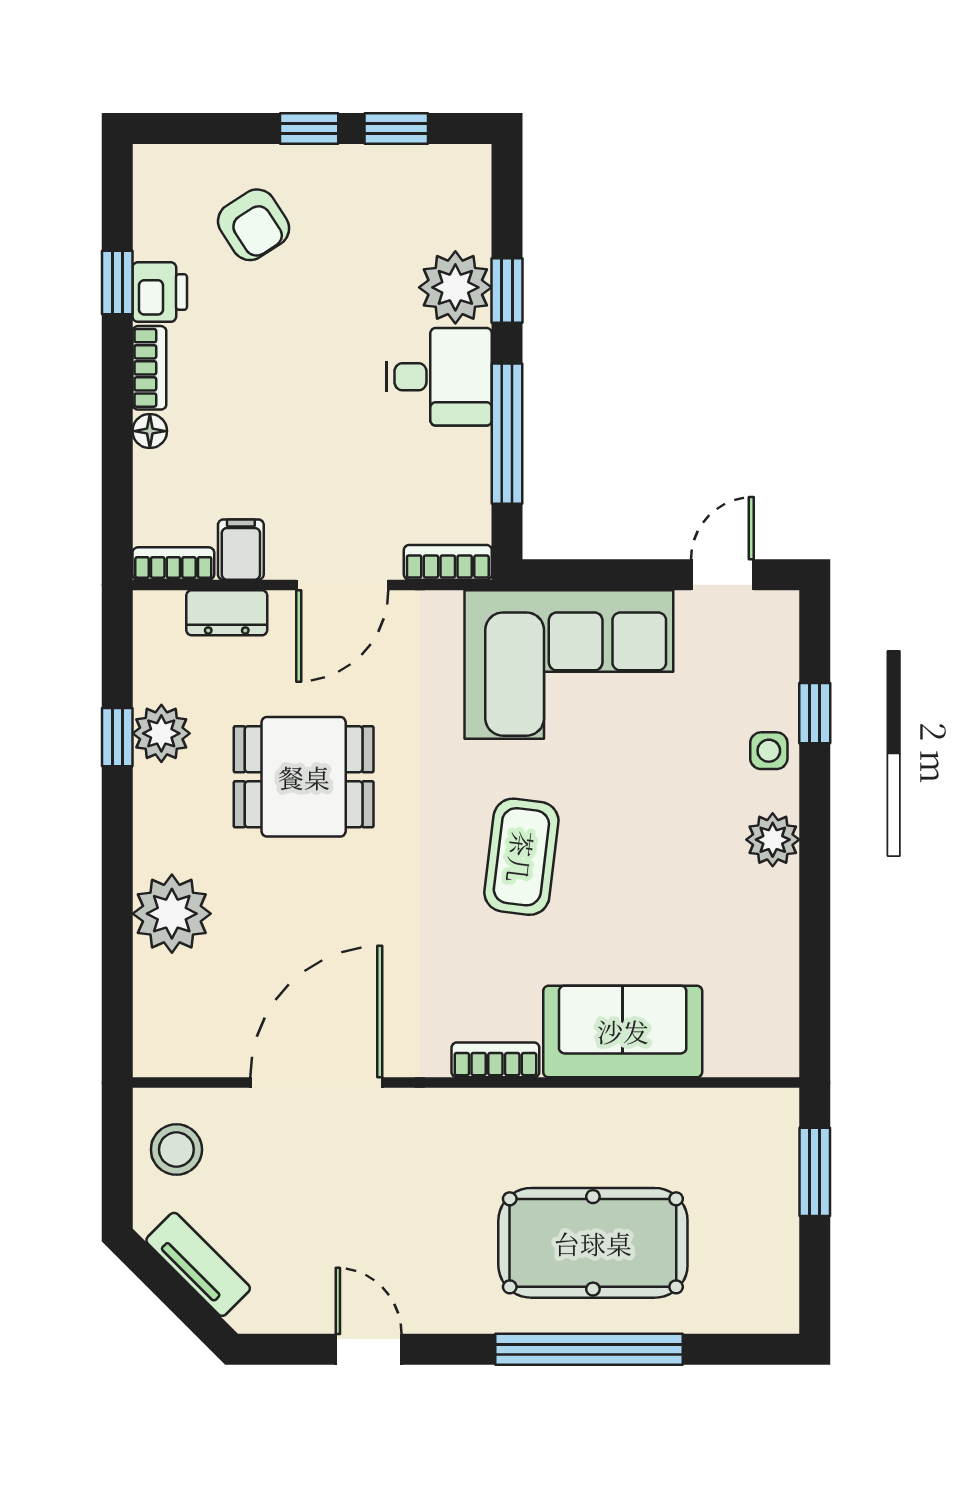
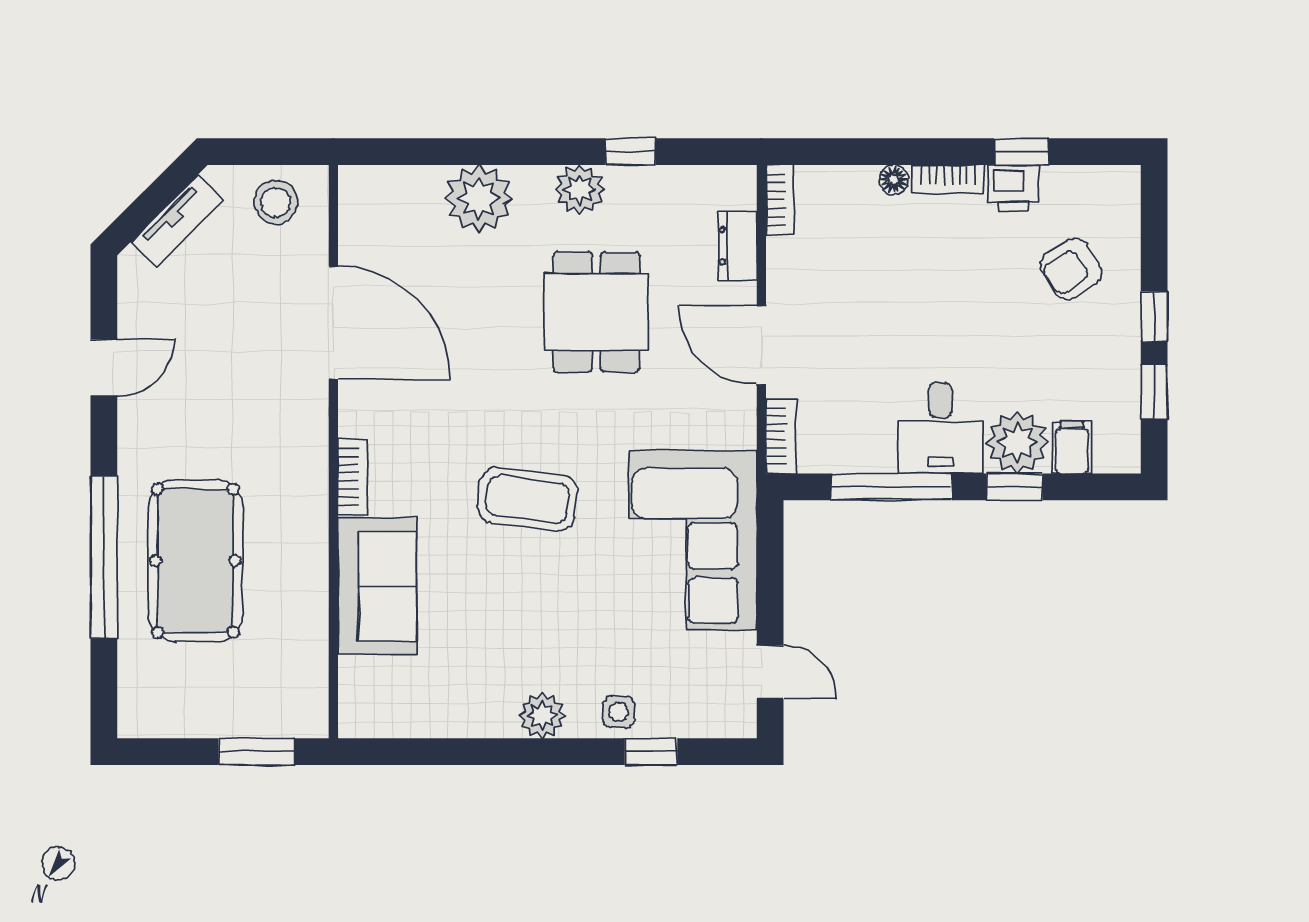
filing cabinet: (241, 550) -> (1072, 448), moved, turned -90
plant: (161, 733) -> (580, 189), moved

